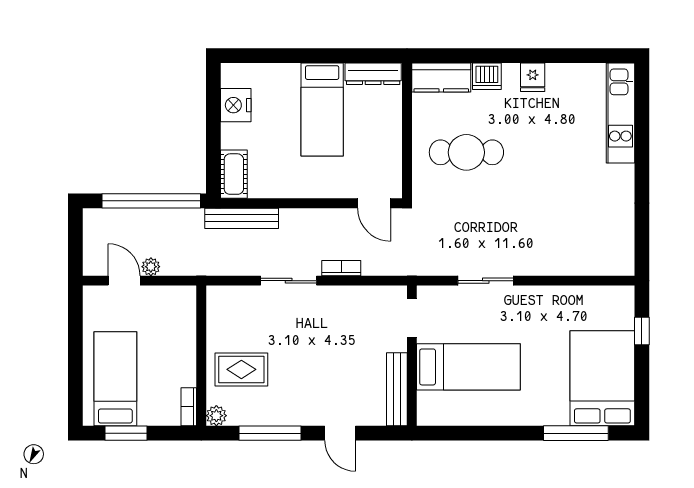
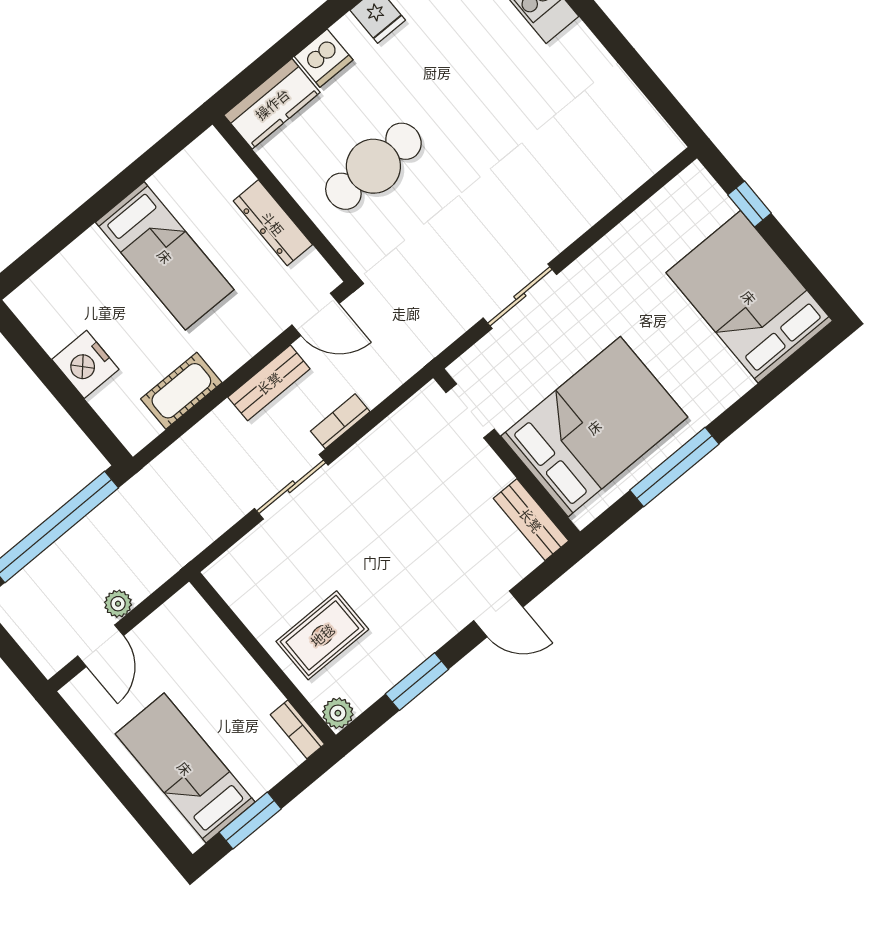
dresser: (373, 74) -> (273, 223), moved, turned 90
nightstand: (236, 105) -> (85, 364), moved
cot: (234, 174) -> (181, 391), moved, turned 90
bench: (242, 218) -> (269, 383), moved, width x0.73
door: (124, 281) -> (101, 646), swing flipped
bed: (468, 367) -> (594, 427), width x1.50
bench: (397, 389) -> (531, 520), width x0.73
window: (270, 433) -> (417, 682), width x0.69
window: (576, 433) -> (674, 467), moved

